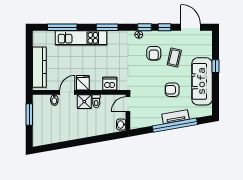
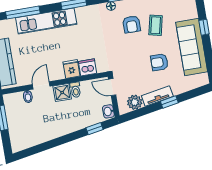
fridge: (83, 83) -> (71, 69), moved
door: (128, 104) -> (112, 87), hinge flipped
tv unit: (175, 117) -> (157, 96), moved
plant: (145, 120) -> (135, 102), added
window: (175, 125) -> (169, 102), width x0.32
window: (107, 137) -> (95, 129), added

